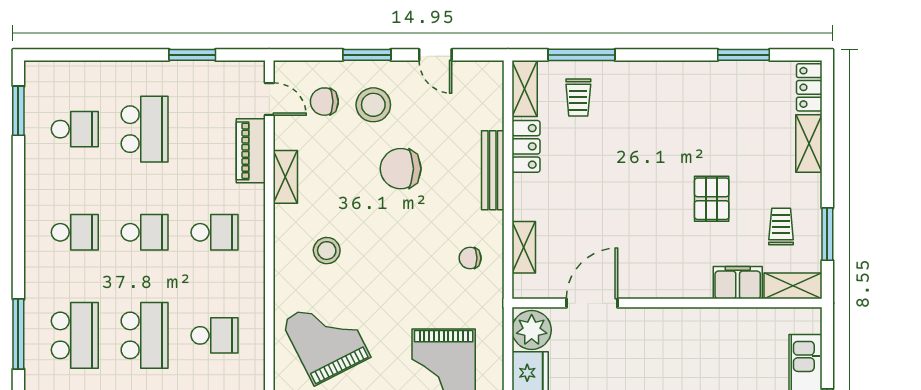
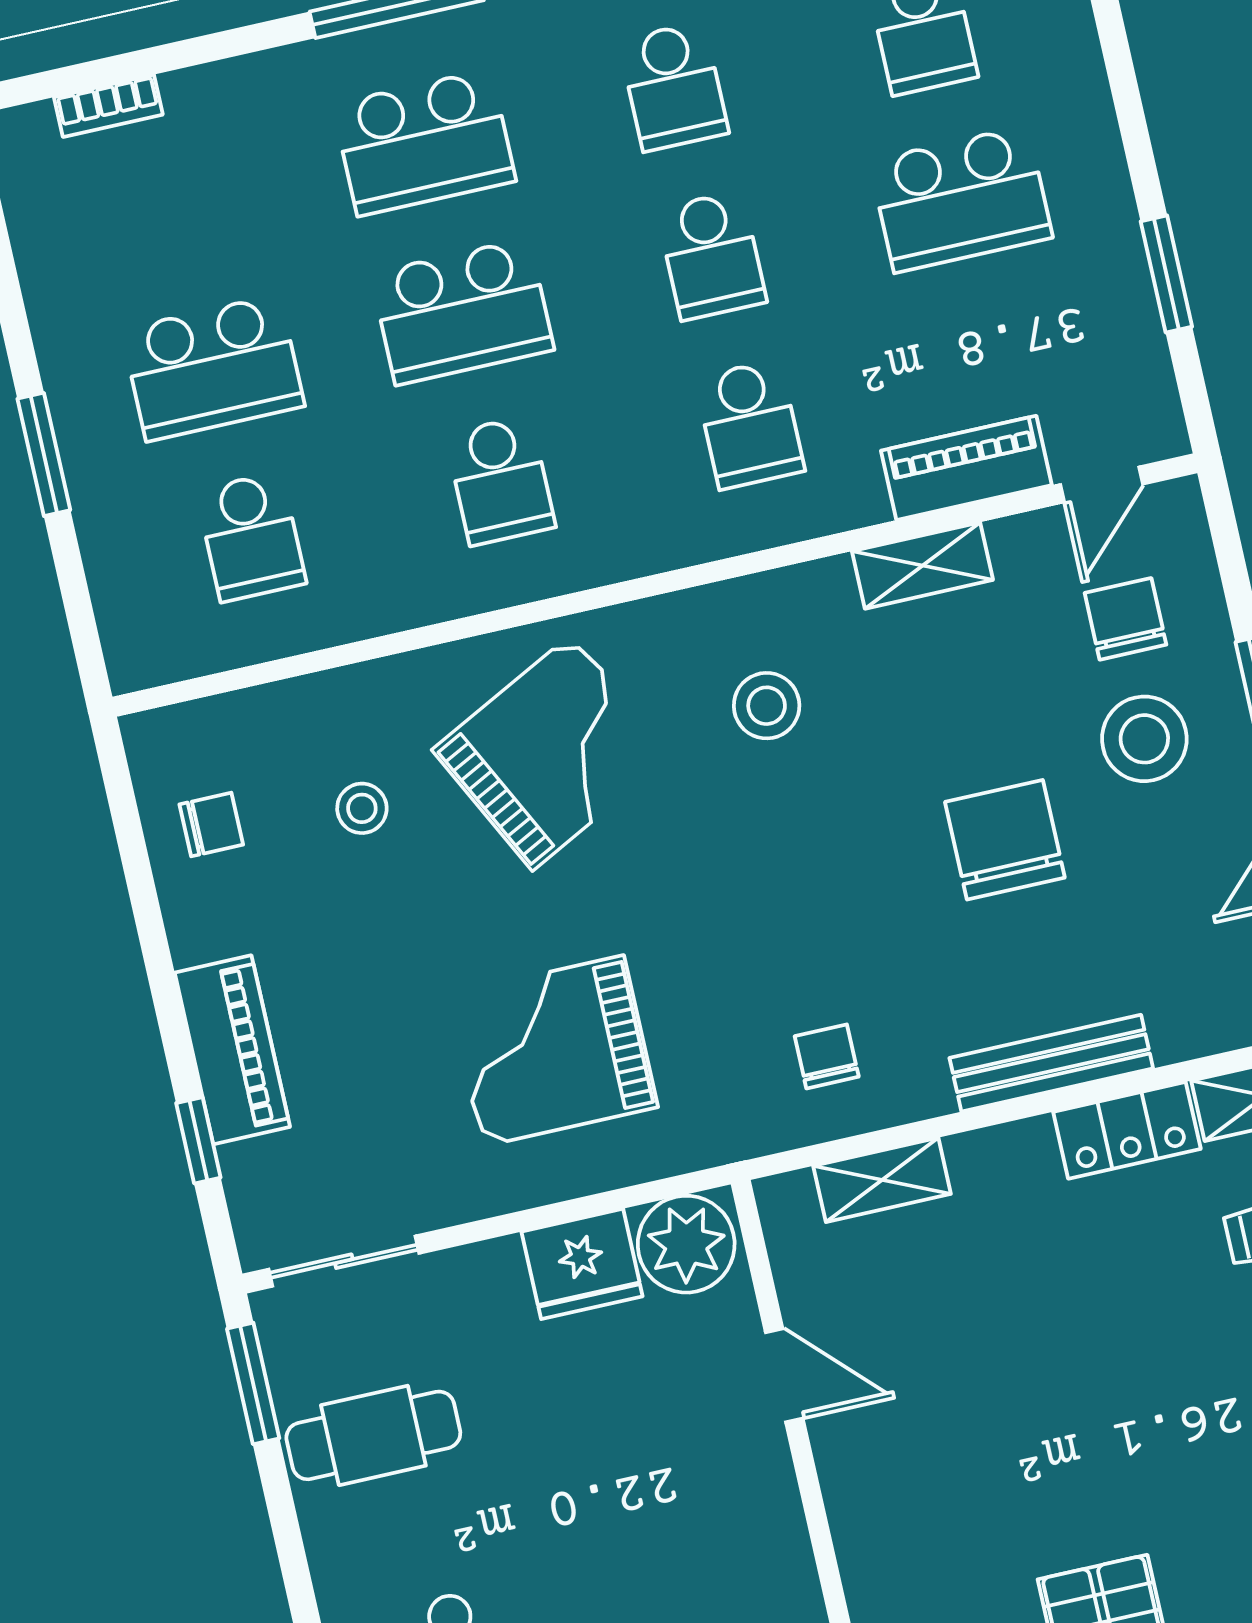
door: (592, 303) -> (784, 1375), width x0.73

